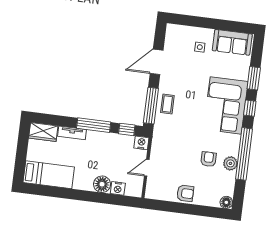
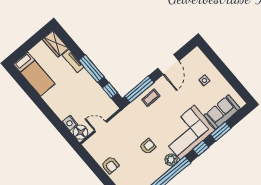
sofa: (232, 42) -> (222, 112), moved, turned 90
door: (157, 62) -> (168, 65), swing flipped
nightstand: (141, 143) -> (112, 108), removed
armchair: (209, 159) -> (148, 146), moved
plant: (230, 163) -> (171, 160), moved
floor lamp: (102, 184) -> (81, 132), moved

